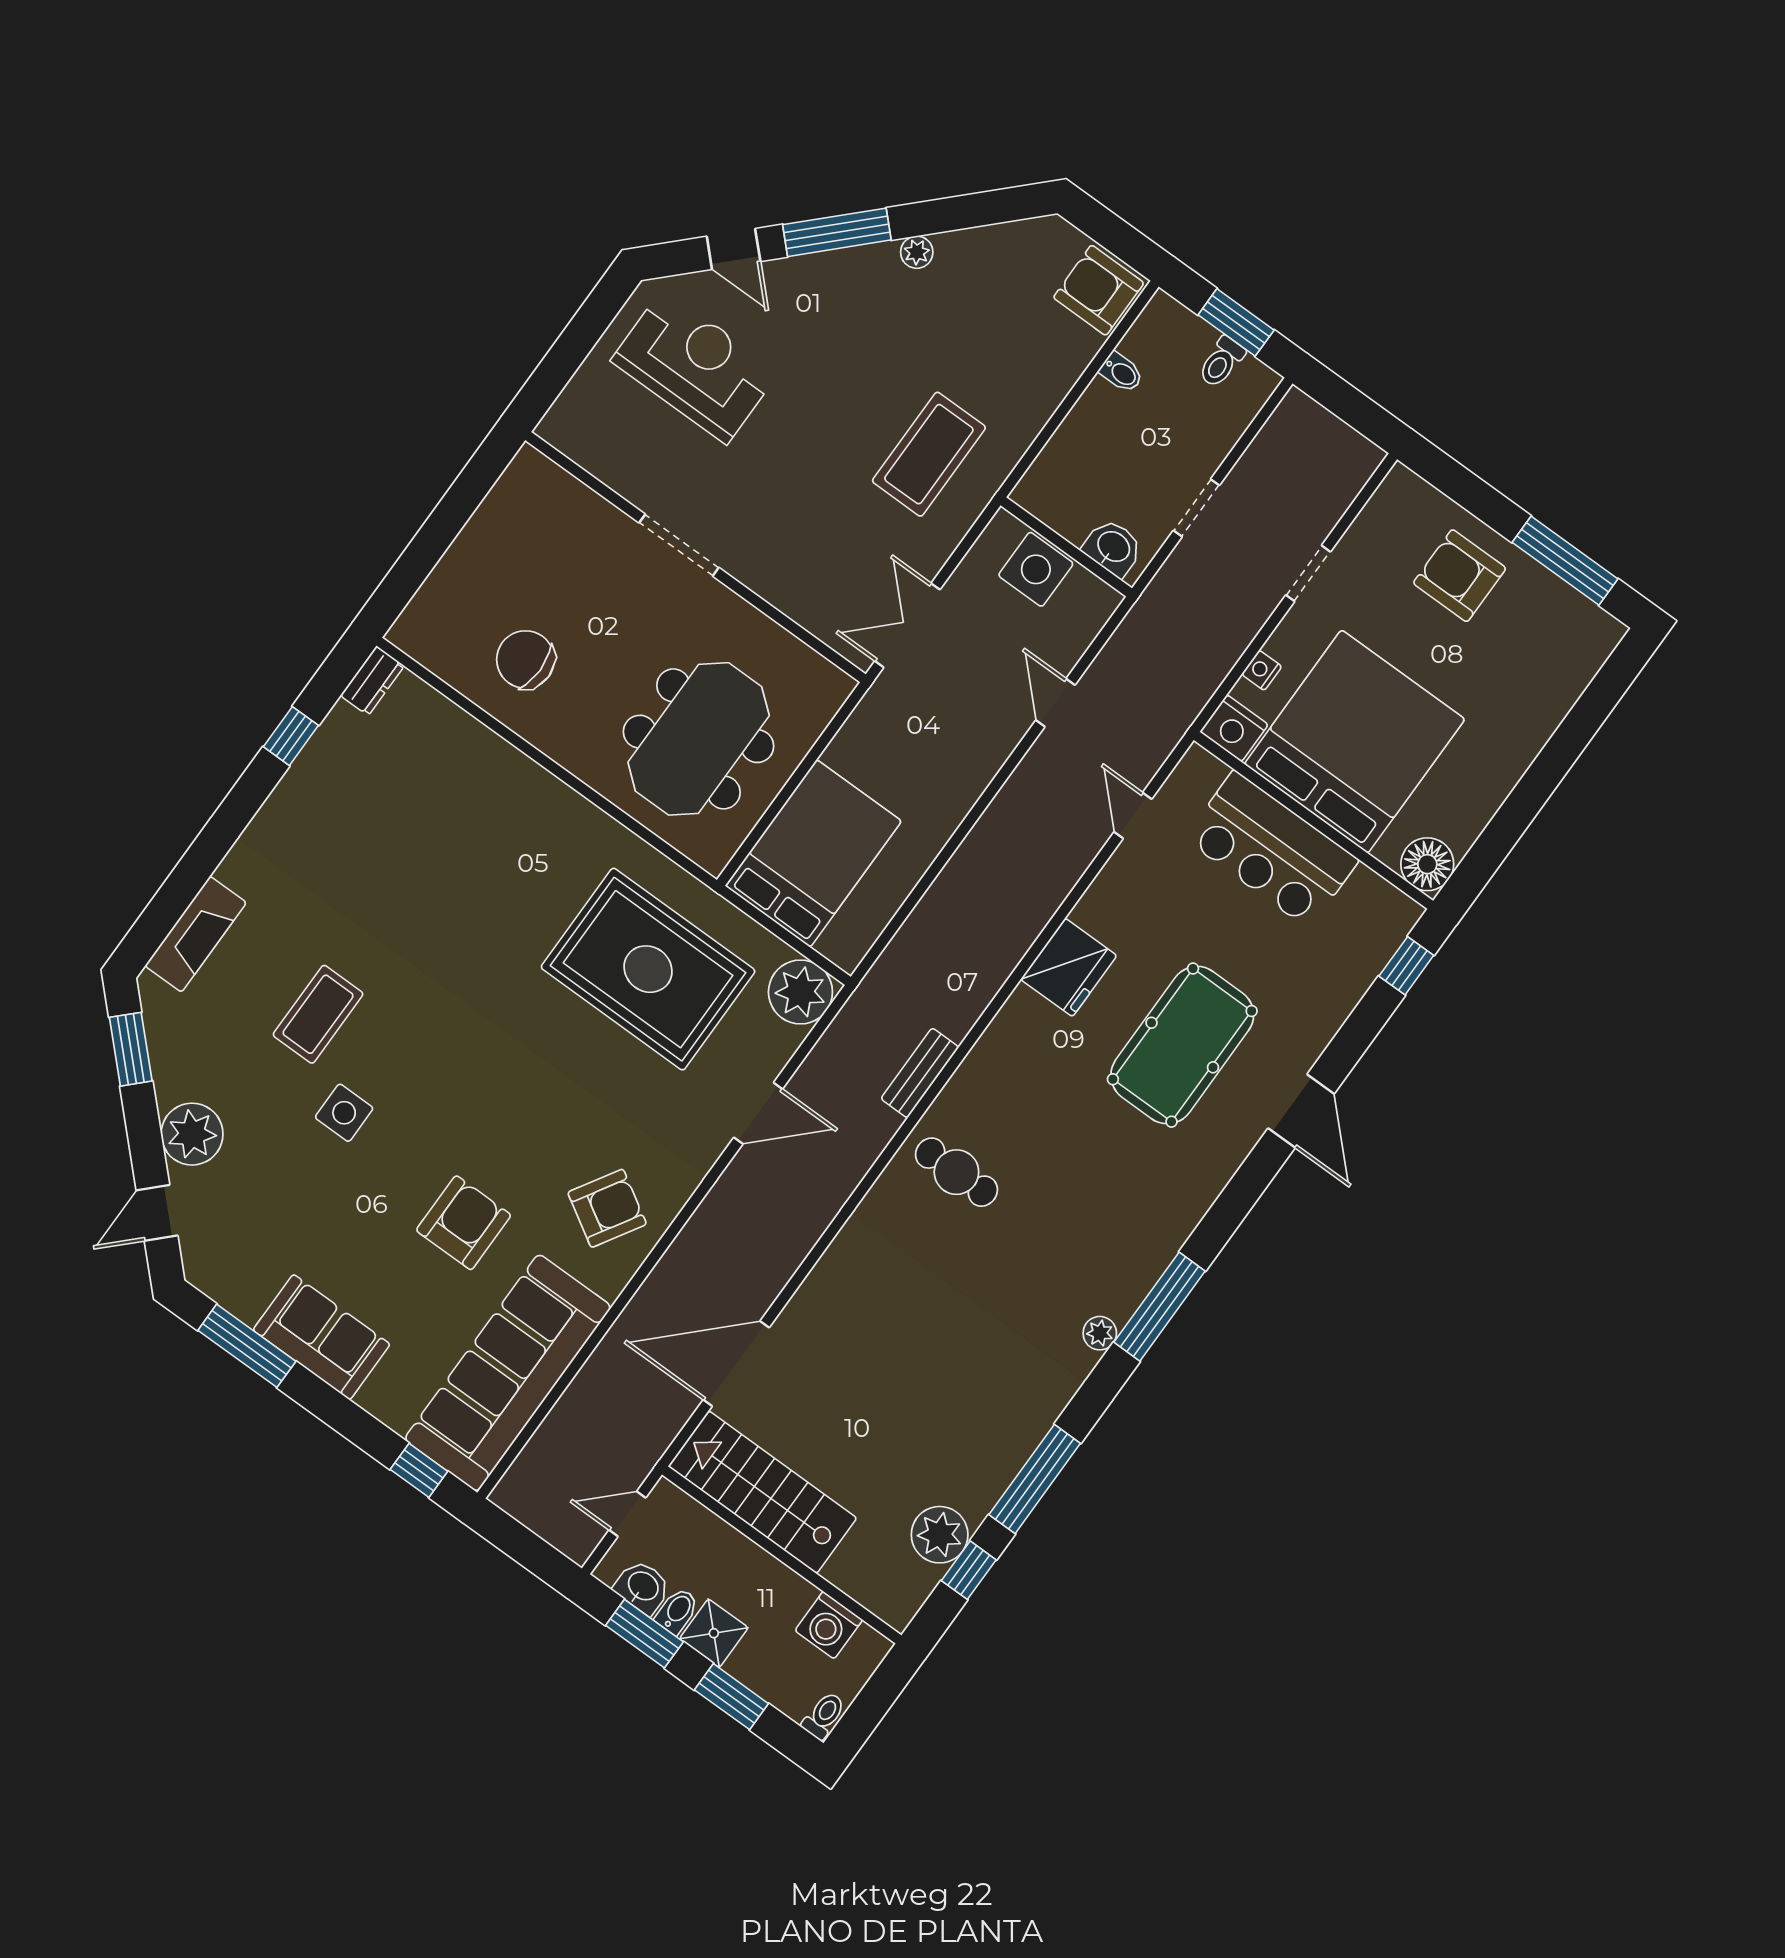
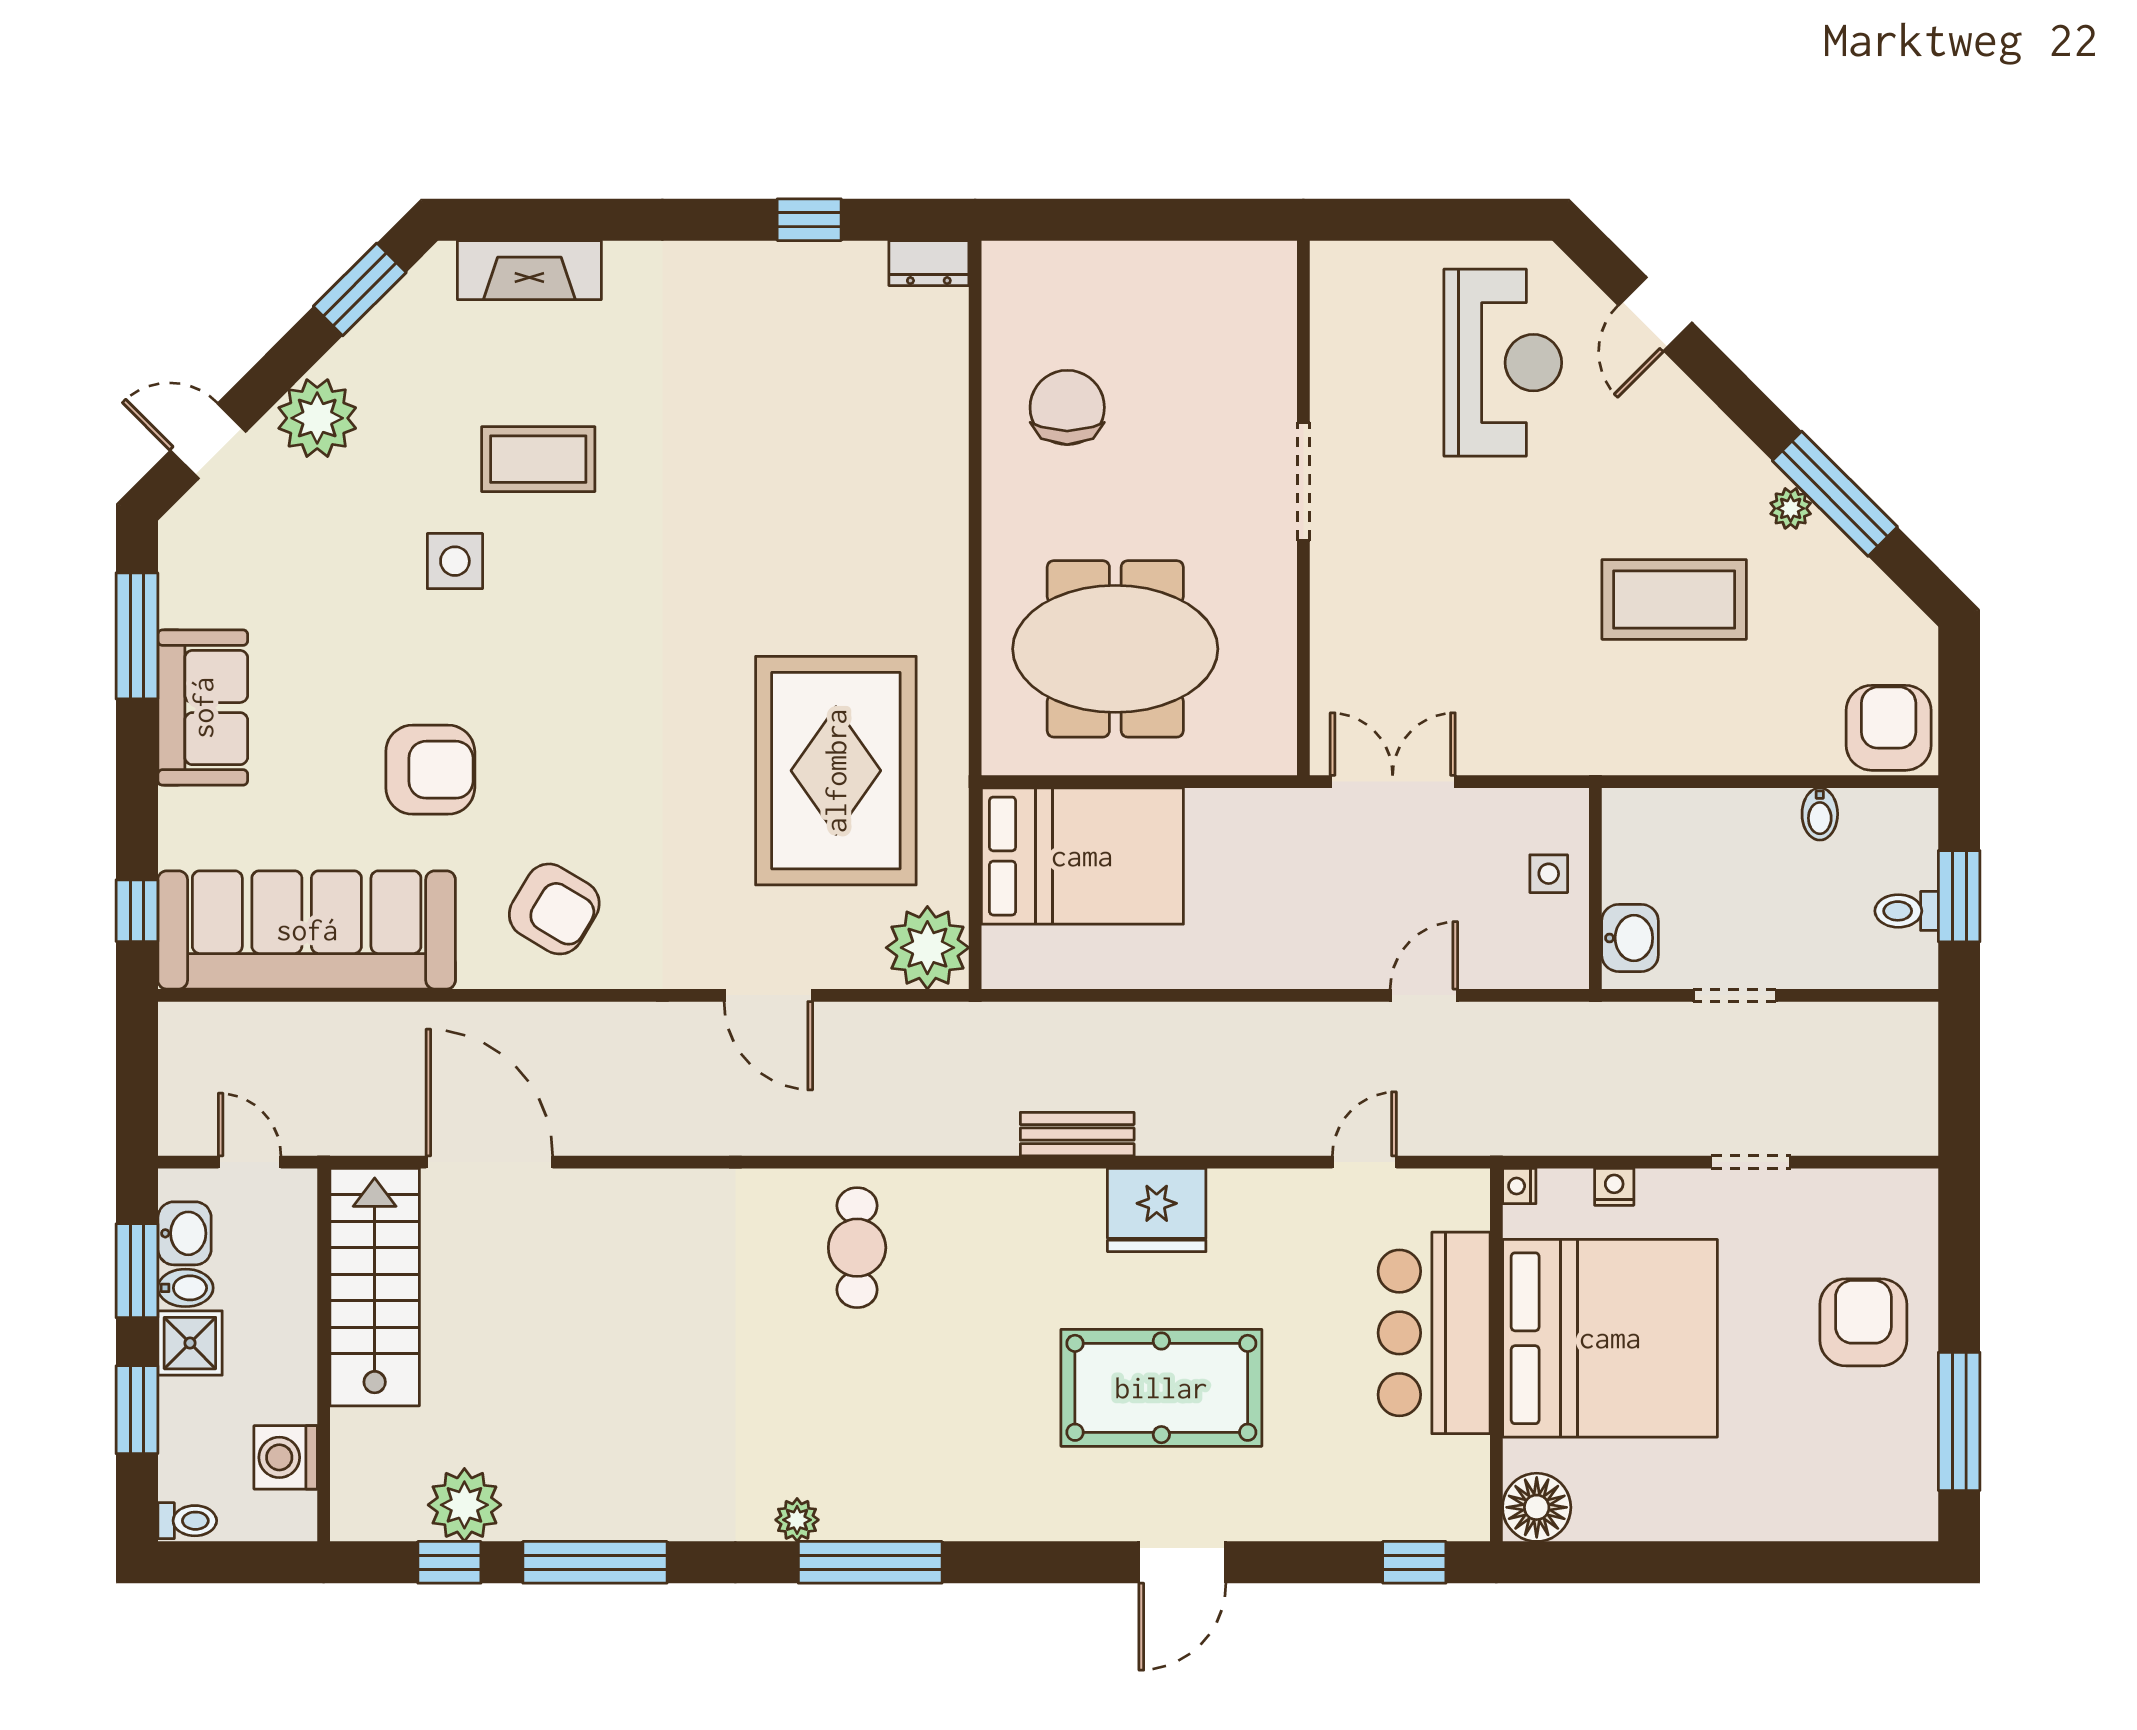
window: (837, 232) -> (1835, 494), moved
coffee table: (929, 454) -> (1674, 599), moved
side table: (1036, 569) -> (1549, 874), width x0.54, depth x0.54
nightstand: (1234, 728) -> (1519, 1186), width x0.53, depth x0.56
bench: (920, 1073) -> (1077, 1134), moved

